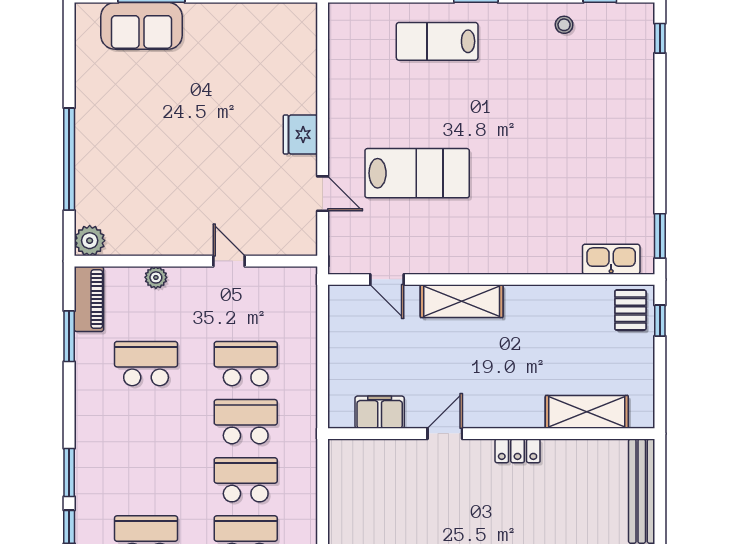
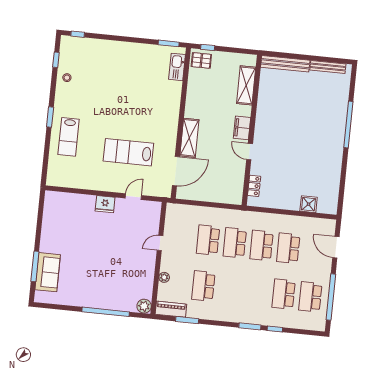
lab bench: (417, 173) -> (128, 152), turned -90
door: (387, 279) -> (176, 171), width x1.87
filing cabinet: (380, 412) -> (242, 128), moved
locker: (518, 451) -> (254, 186), moved

